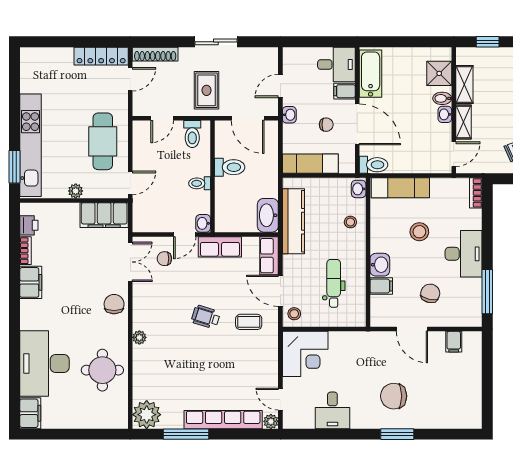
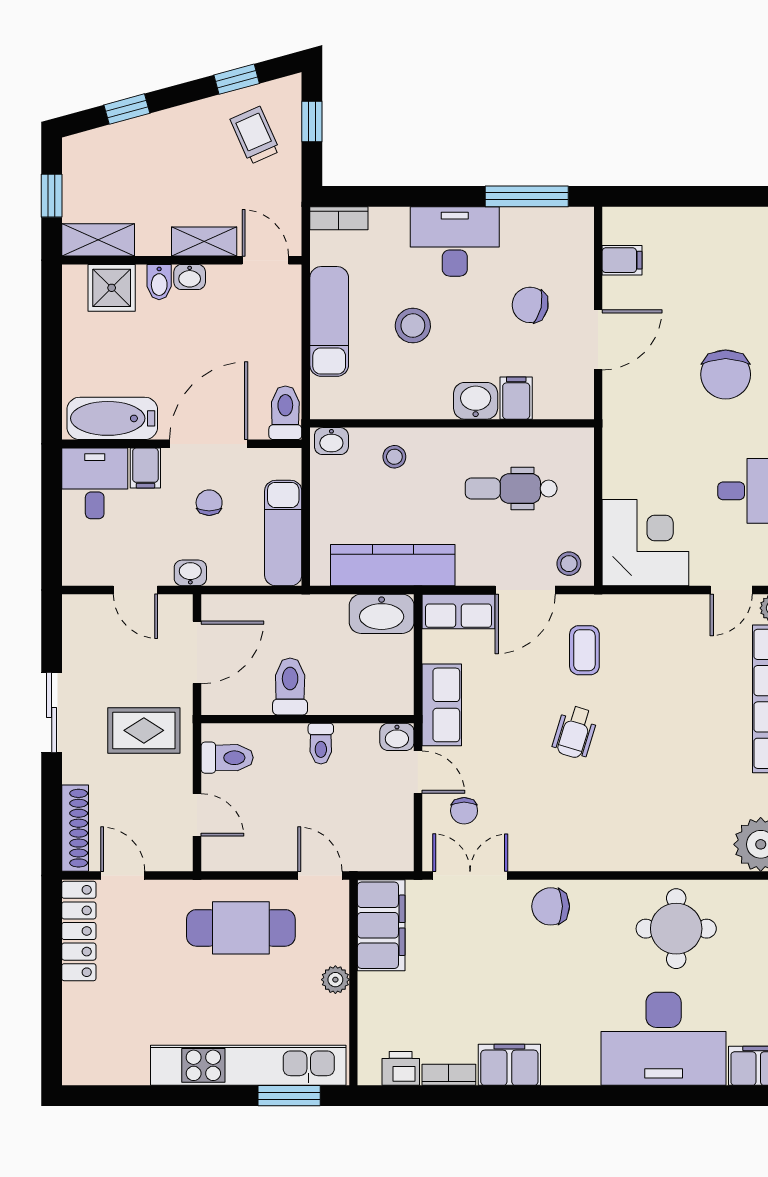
shelving: (464, 85) -> (98, 240), moved
exam couch: (400, 188) -> (329, 321), moved
plant: (139, 337) -> (614, 858), removed

